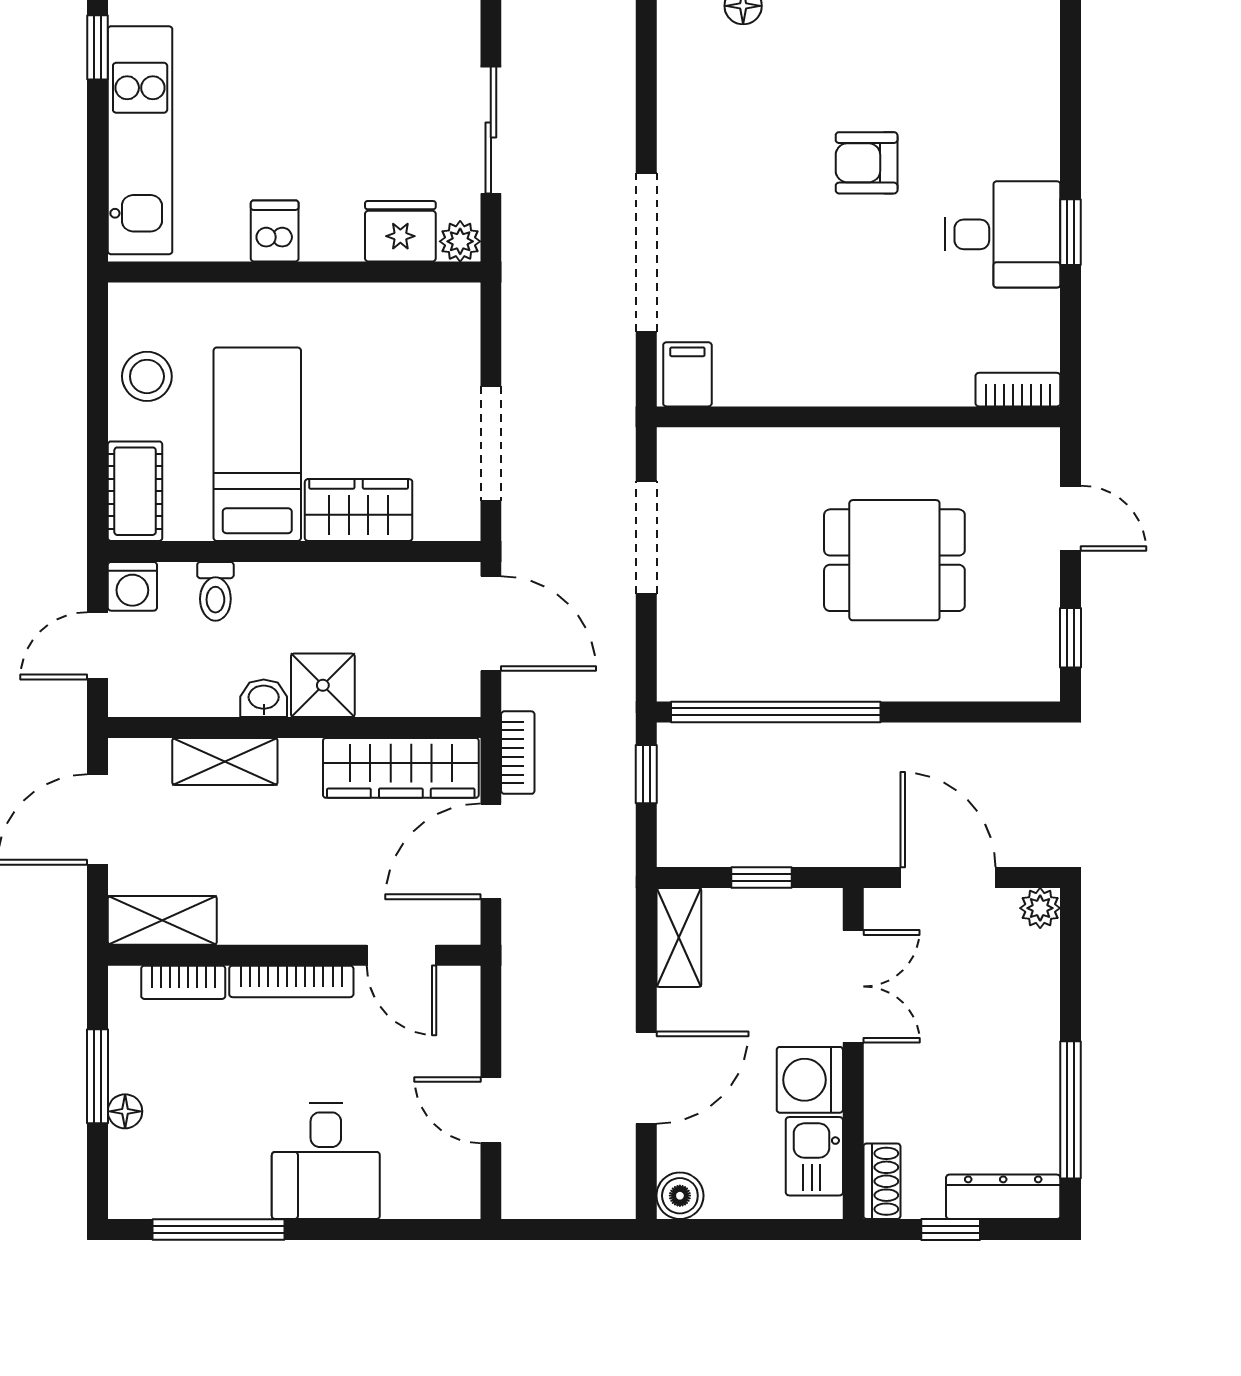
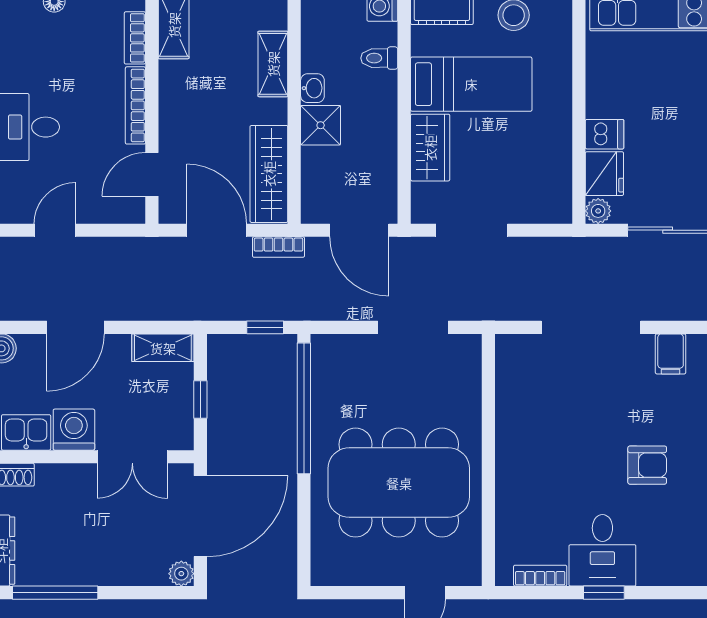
armchair: (867, 163) -> (647, 465), turned 90
dishwasher: (275, 231) -> (605, 134), moved
filing cabinet: (687, 374) -> (671, 354), moved, turned 90
bookcase: (1018, 390) -> (540, 576), moved, turned -90
dining table: (894, 560) -> (399, 483), width x1.88, depth x1.24
door: (491, 623) -> (359, 230), hinge flipped
window: (1071, 638) -> (350, 593), removed
door: (948, 878) -> (200, 516), width x1.36
door: (646, 1078) -> (75, 327), hinge flipped

